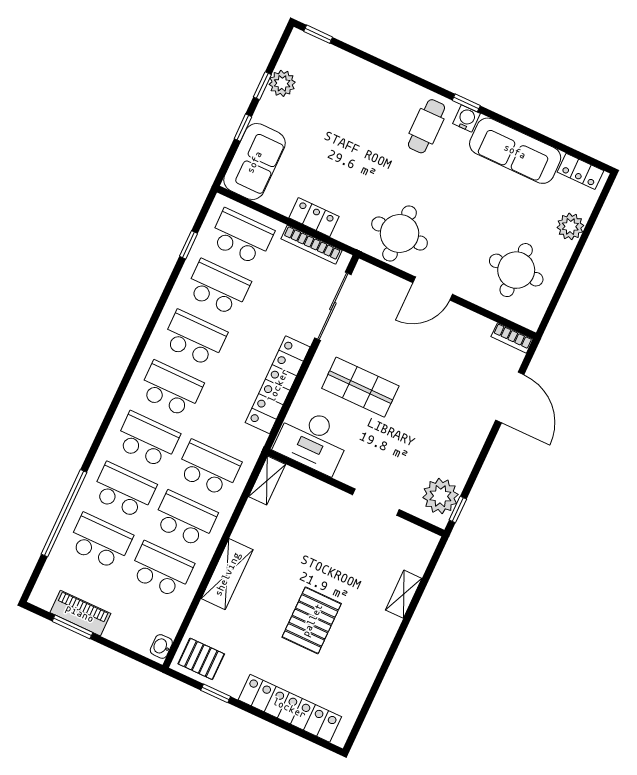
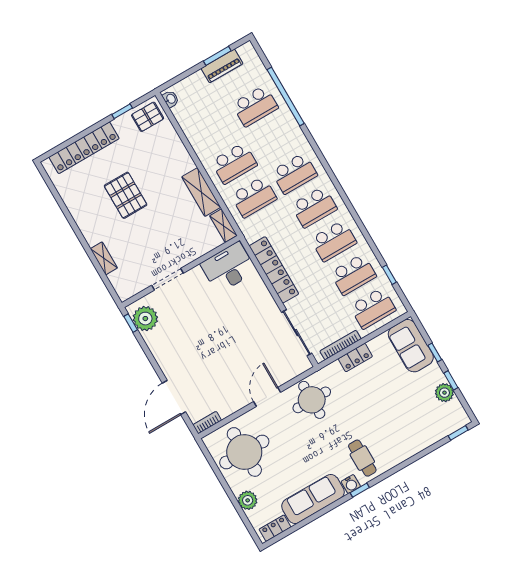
round table: (516, 270) -> (244, 452), width x1.36, depth x1.36
shop shelf: (360, 387) -> (240, 316), removed
door: (510, 397) -> (174, 398), hinge flipped
school desk: (124, 491) -> (275, 140), removed
school desk: (161, 570) -> (215, 130), removed
shelving: (227, 574) -> (201, 192), moved

